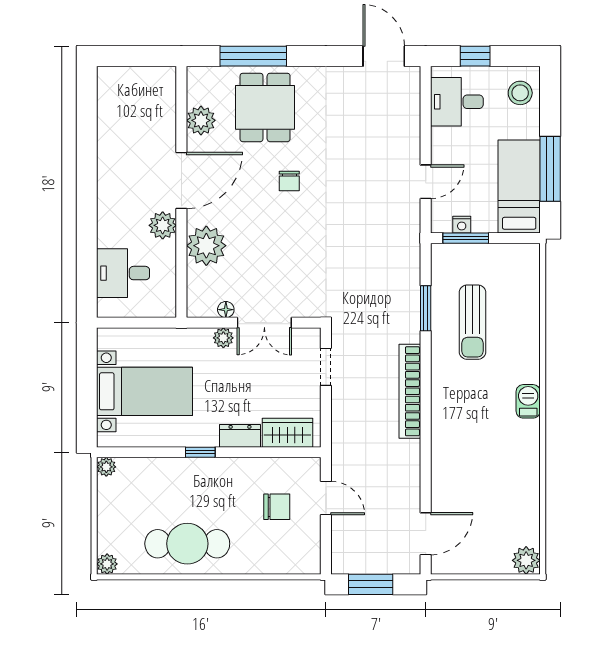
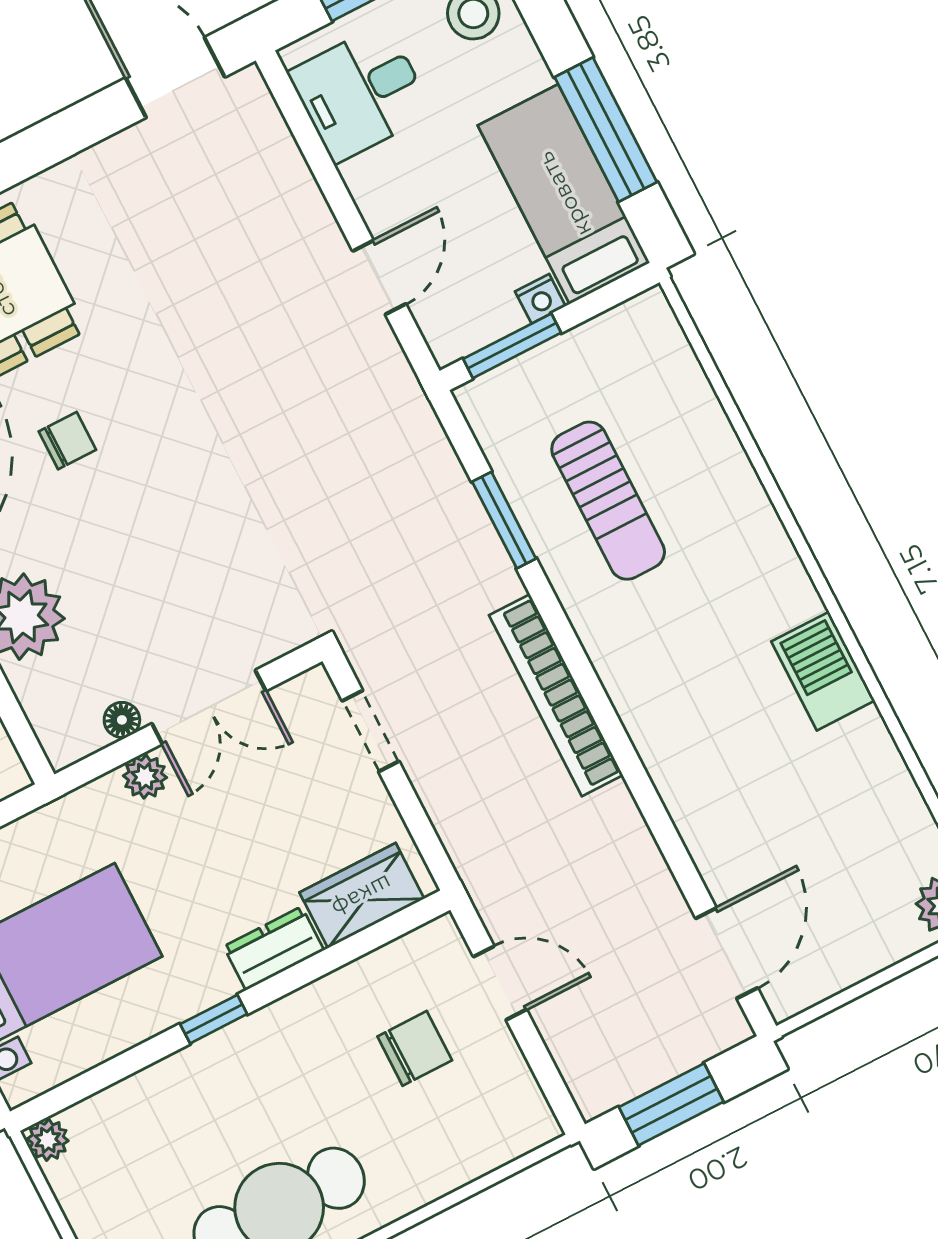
chair: (289, 181) -> (67, 441), moved, turned -90
nightstand: (462, 225) -> (540, 299), moved
barbecue: (528, 401) -> (823, 671), moved, width x1.38, depth x1.27

